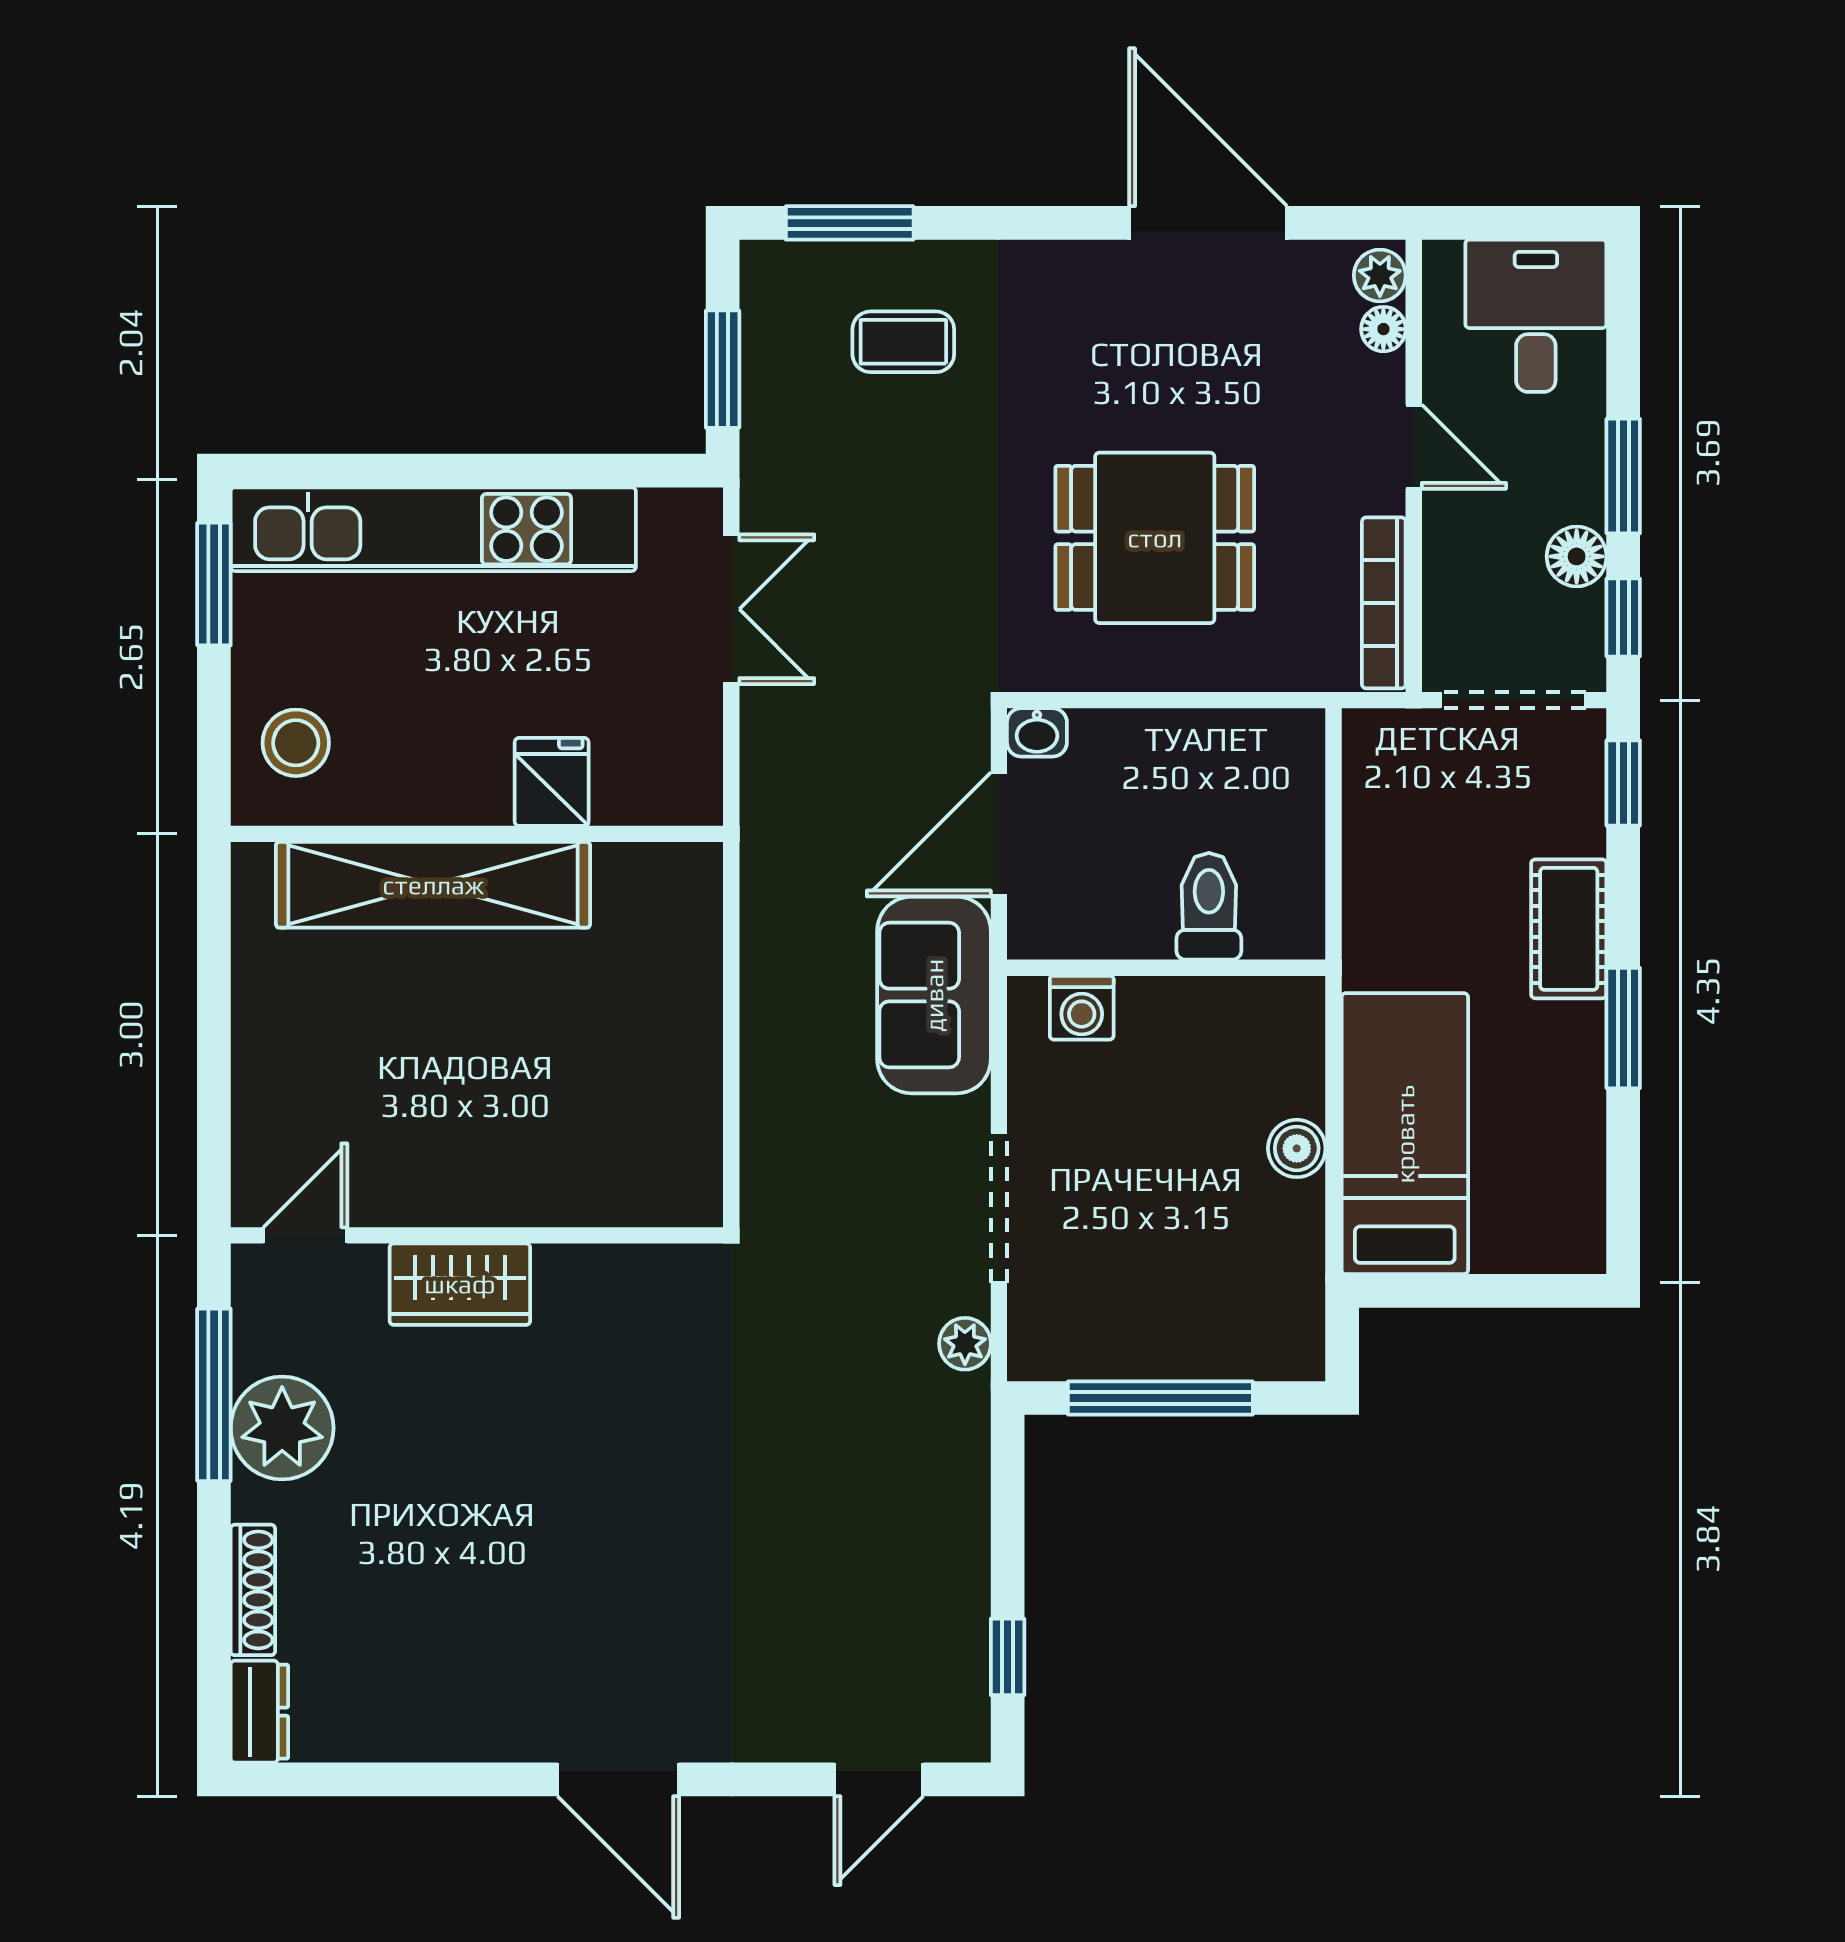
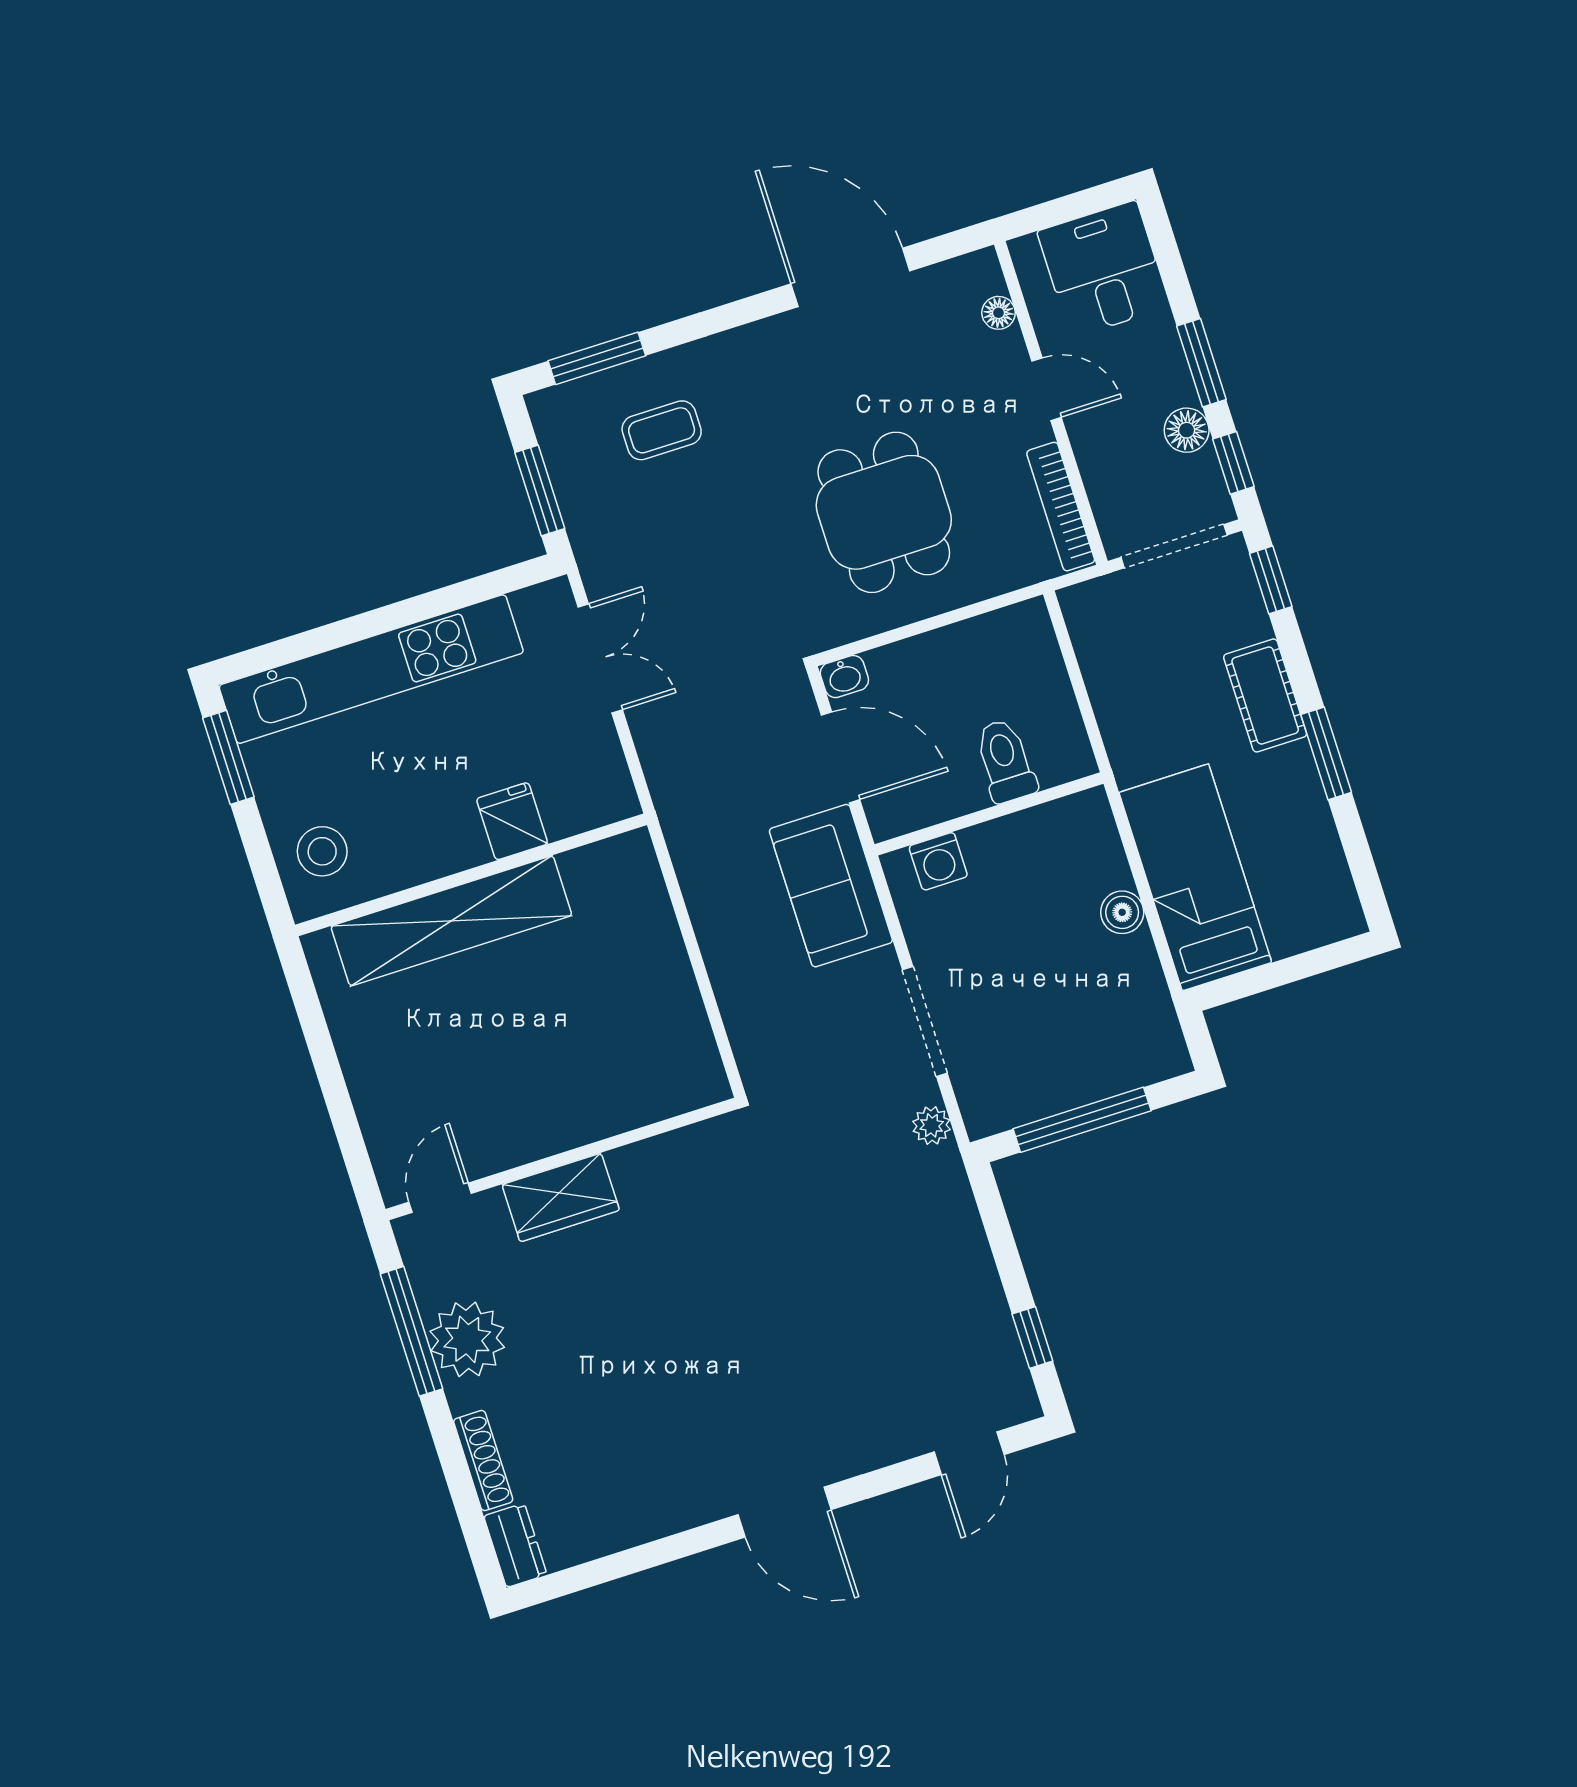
plant: (1380, 275) -> (984, 276), removed
dining table: (1155, 538) -> (884, 512), turned 90
door: (999, 834) -> (840, 757), swing flipped

